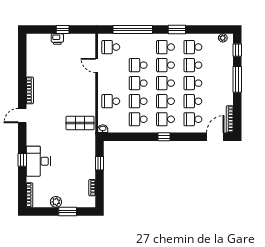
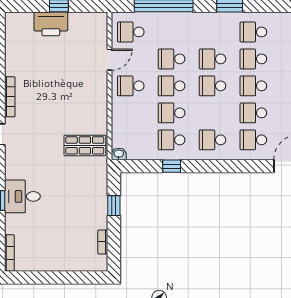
printer: (57, 39) -> (51, 24), width x1.87, depth x1.48
school desk: (166, 47) -> (212, 32), removed
door: (97, 66) -> (110, 60), swing flipped
school desk: (111, 101) -> (131, 86), moved
school desk: (166, 101) -> (212, 113), removed
window: (164, 137) -> (172, 166), moved
desk: (38, 161) -> (22, 196), width x0.73
plant: (56, 202) -> (49, 263), removed
window: (68, 211) -> (66, 278), removed

